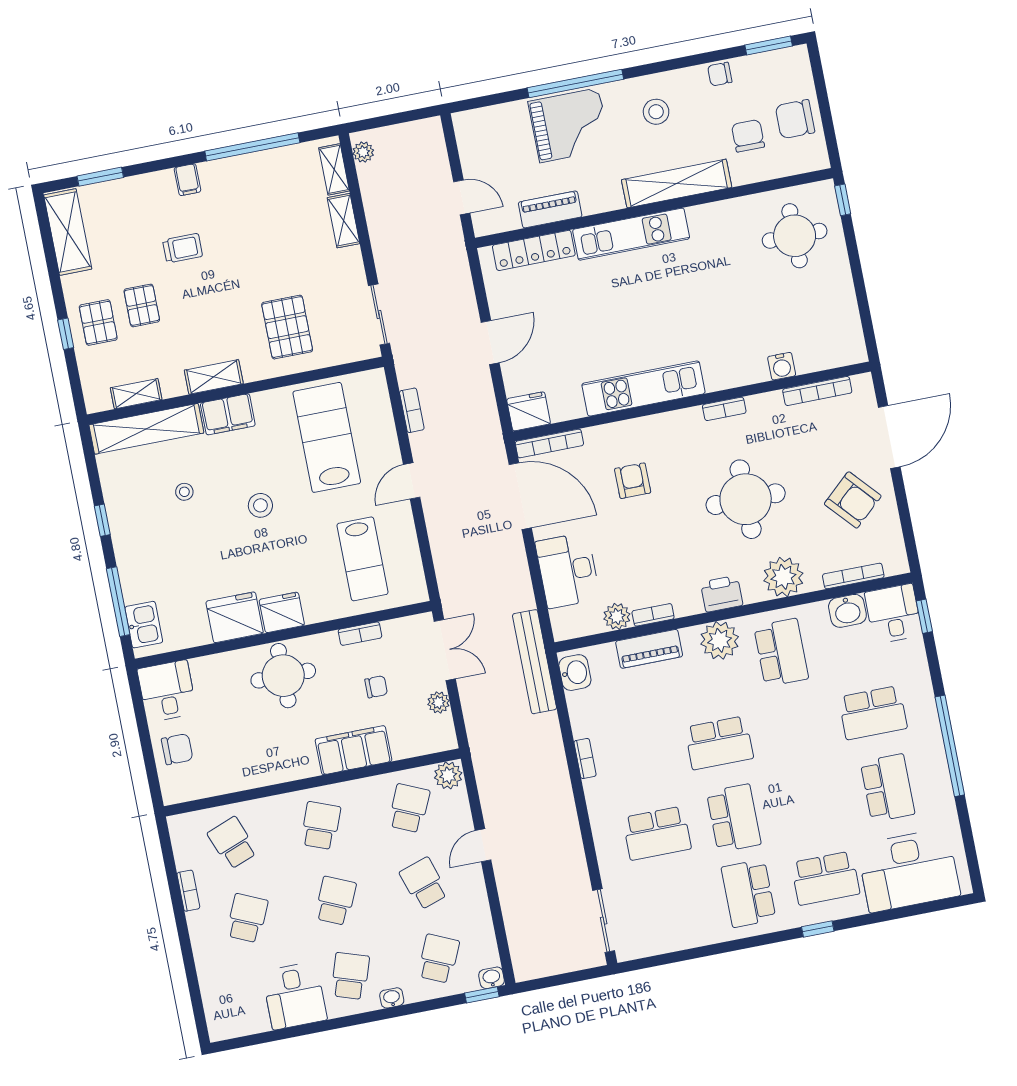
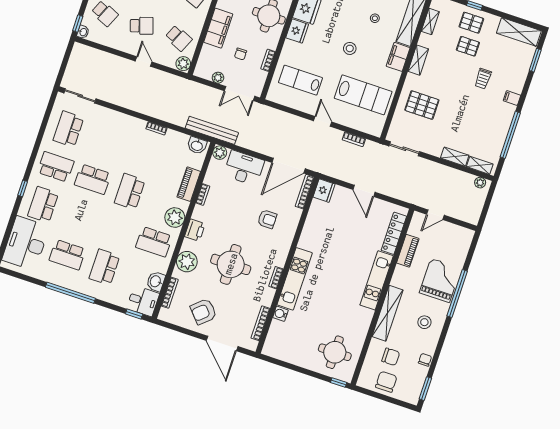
grand piano: (569, 125) -> (440, 280), turned 180
kitchen unit: (643, 389) -> (295, 279), moved
plant: (617, 616) -> (220, 153), moved
school desk: (657, 833) -> (68, 129), moved

